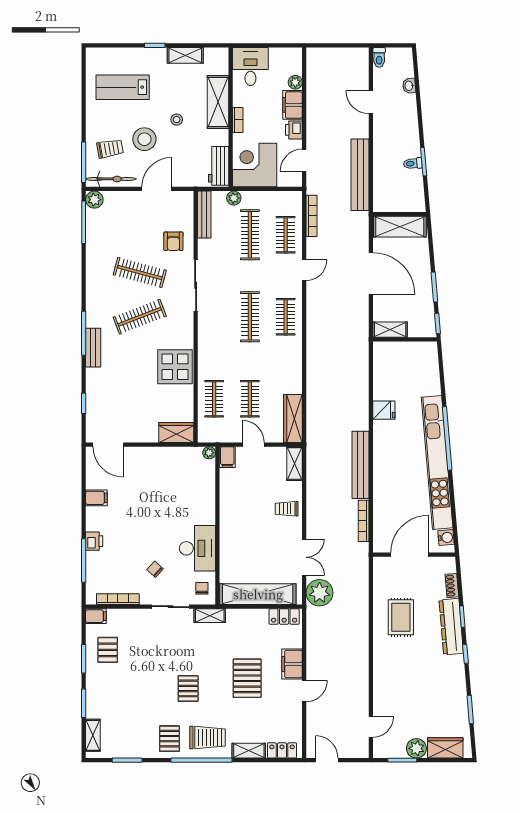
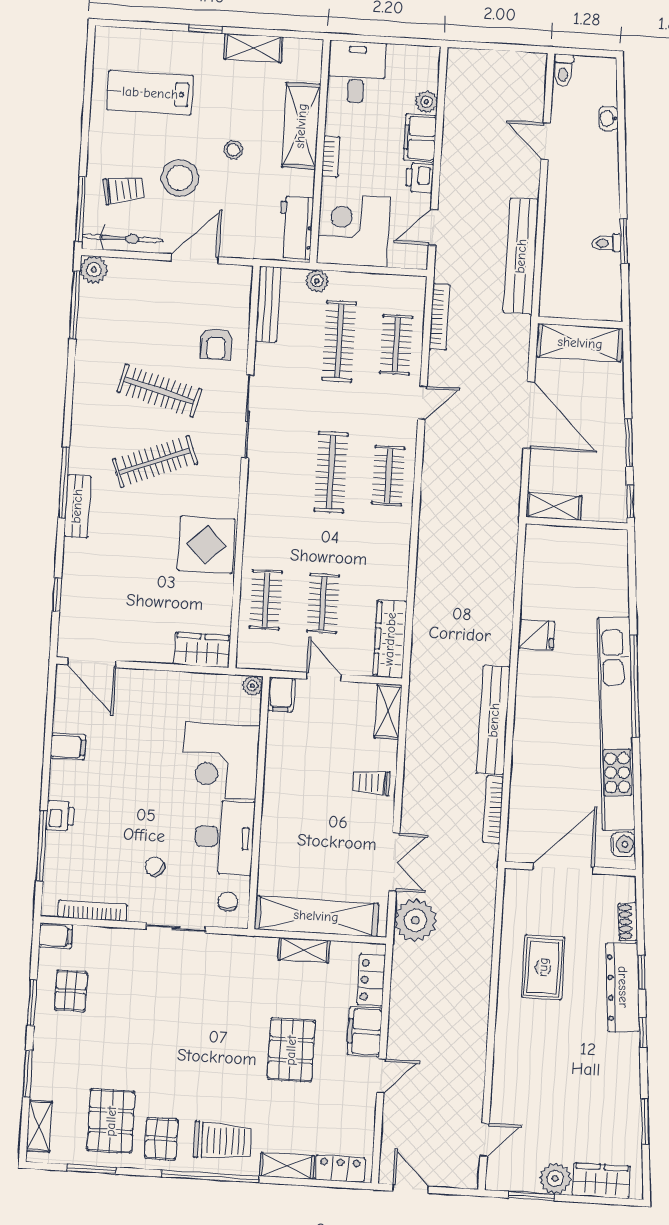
corner desk: (192, 501) -> (221, 761), added
shelving: (210, 616) -> (304, 950), moved
locker: (284, 617) -> (371, 980), moved, turned 90
pallet: (188, 688) -> (111, 1121), moved, width x1.50, depth x1.42

